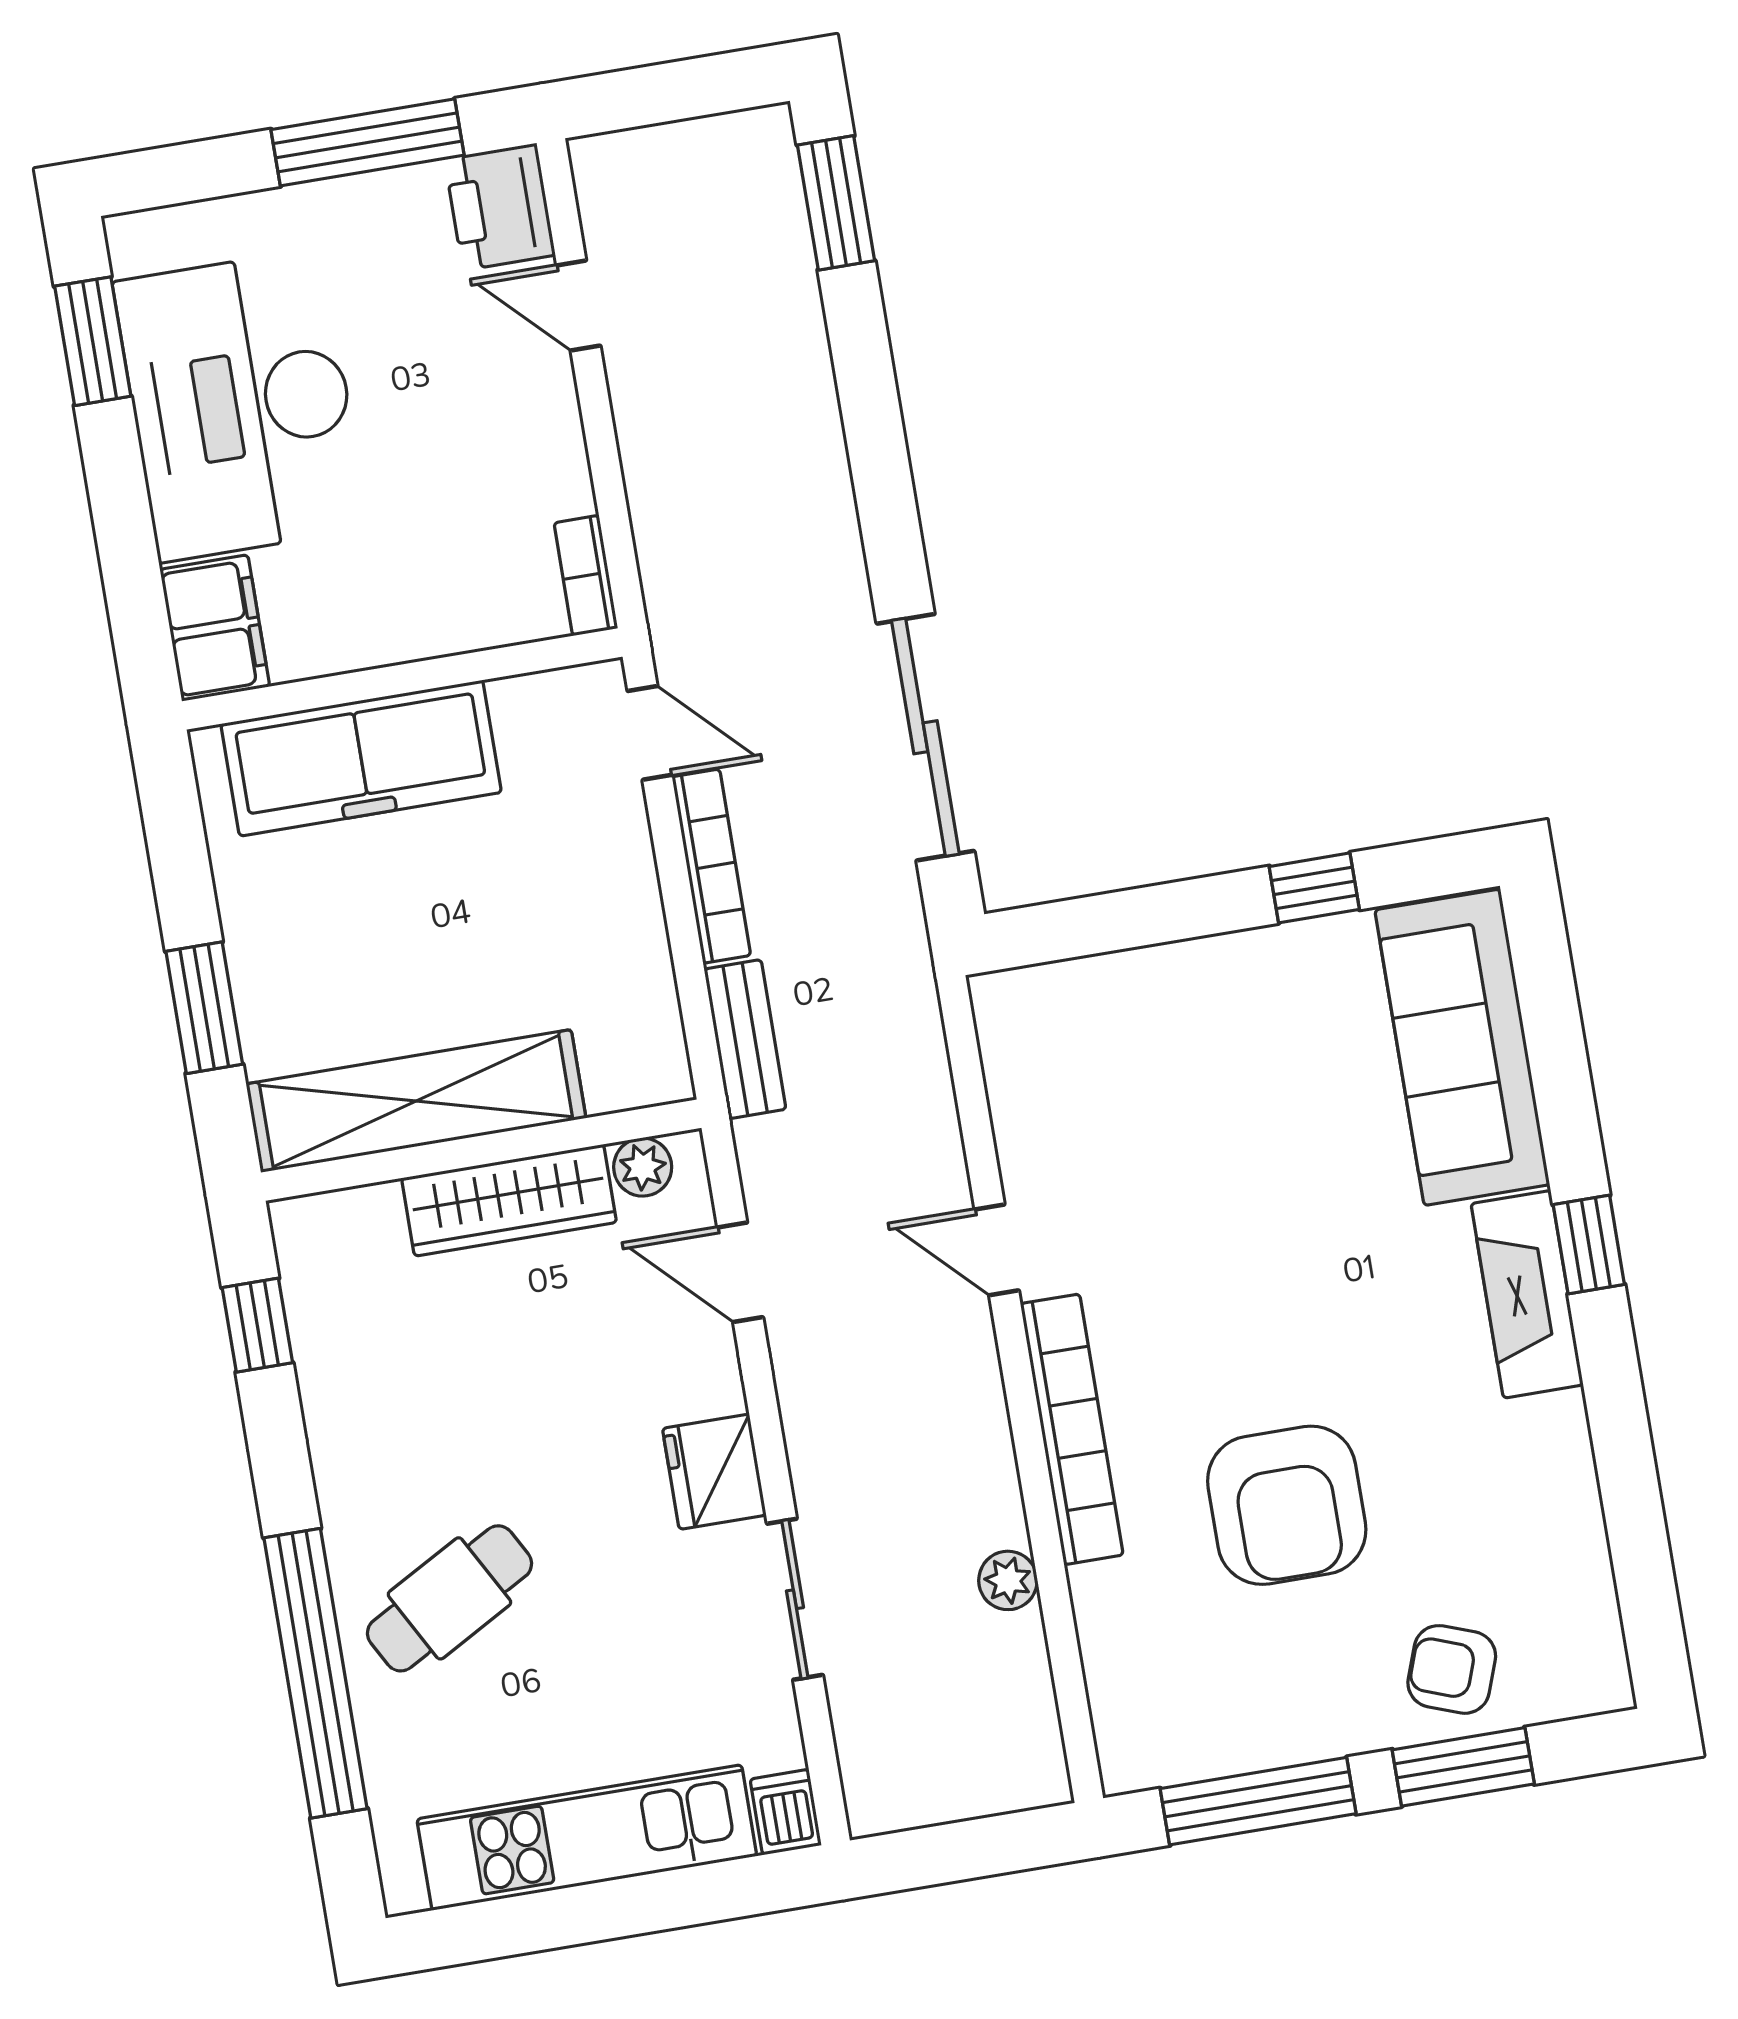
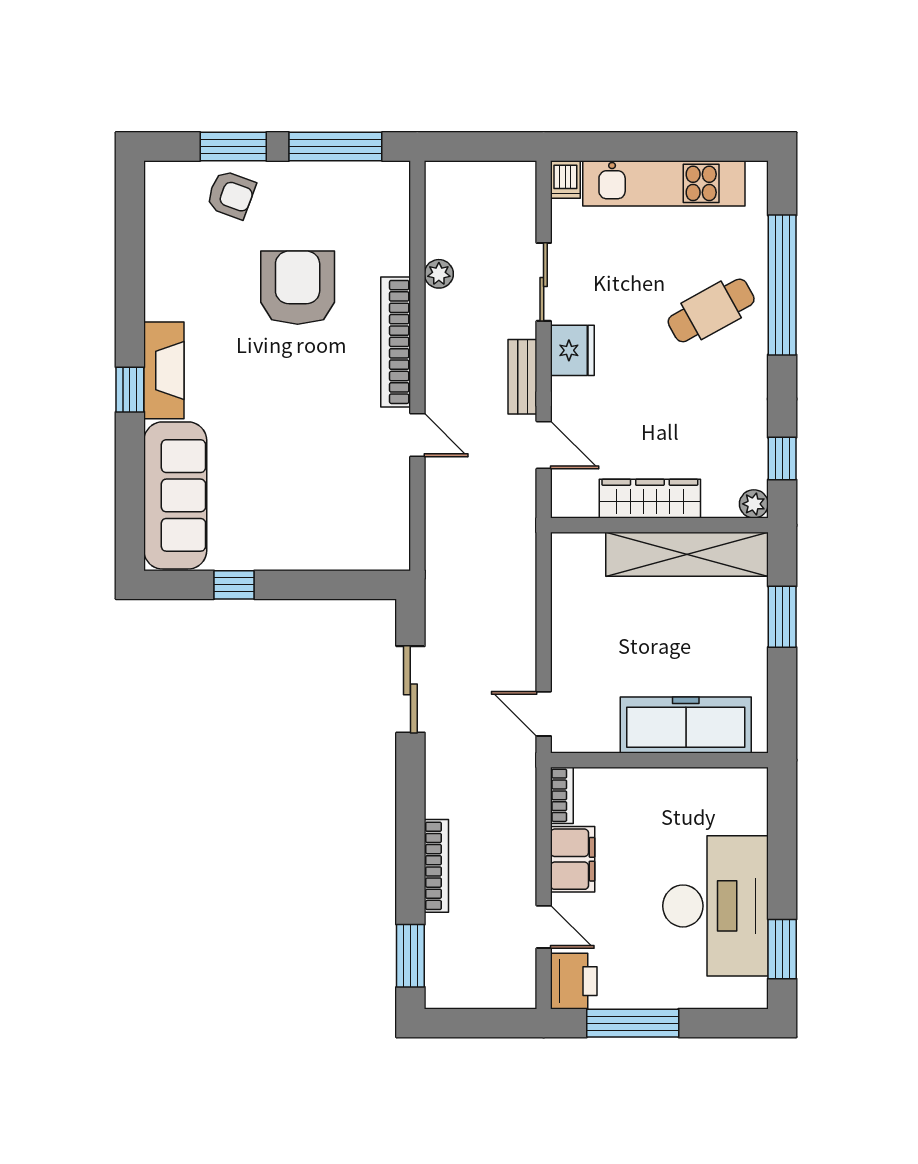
filing cabinet: (215, 628) -> (573, 859), moved, turned 180
sliding door: (925, 737) -> (410, 689), width x0.73
bookcase: (711, 866) -> (436, 866), moved, turned 180
bench: (745, 1039) -> (522, 377), moved
plant: (643, 1167) -> (754, 504), moved

